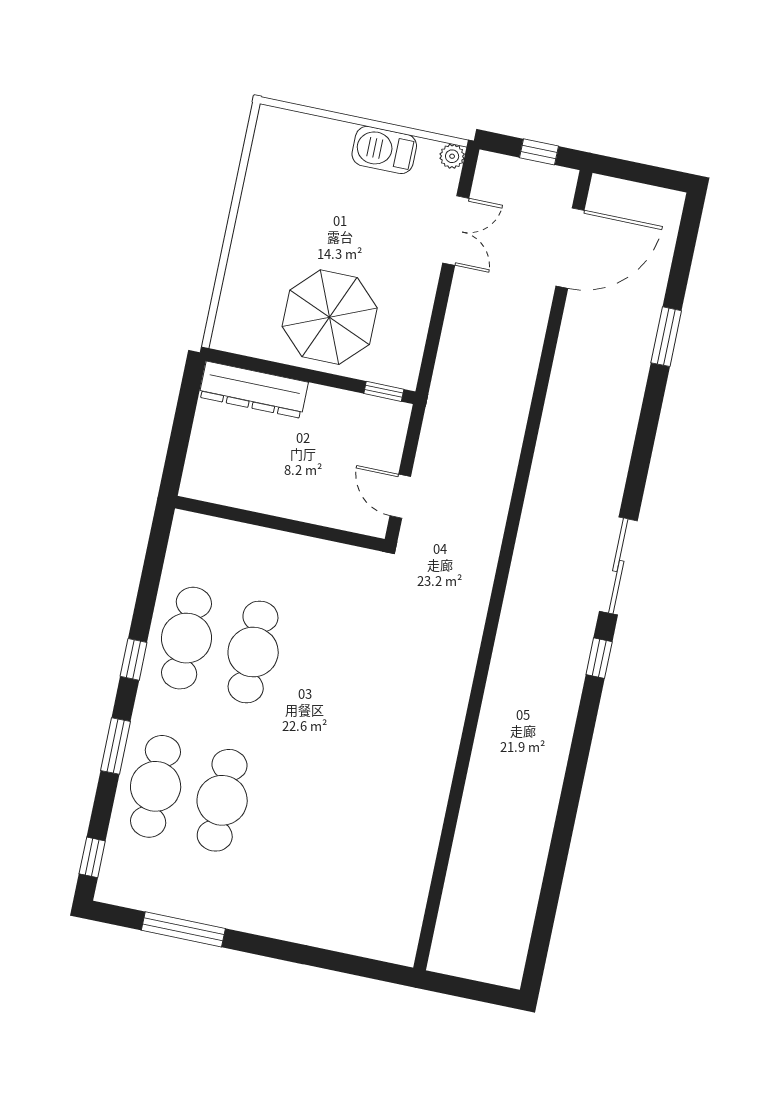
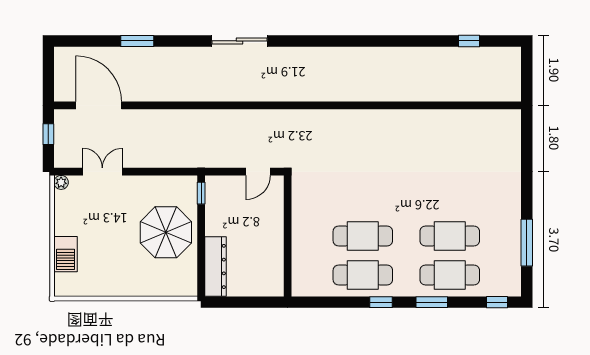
barbecue: (384, 150) -> (66, 254), moved
sliding door: (618, 566) -> (240, 41), moved
window: (599, 658) -> (469, 41), moved

